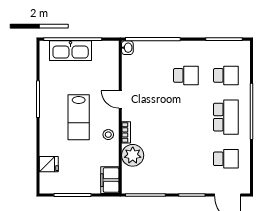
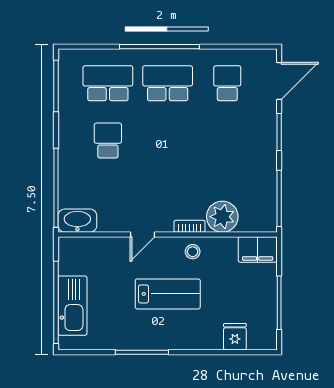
washbasin: (127, 48) -> (77, 221), width x1.91, depth x1.45
school desk: (226, 75) -> (108, 83), width x1.85

